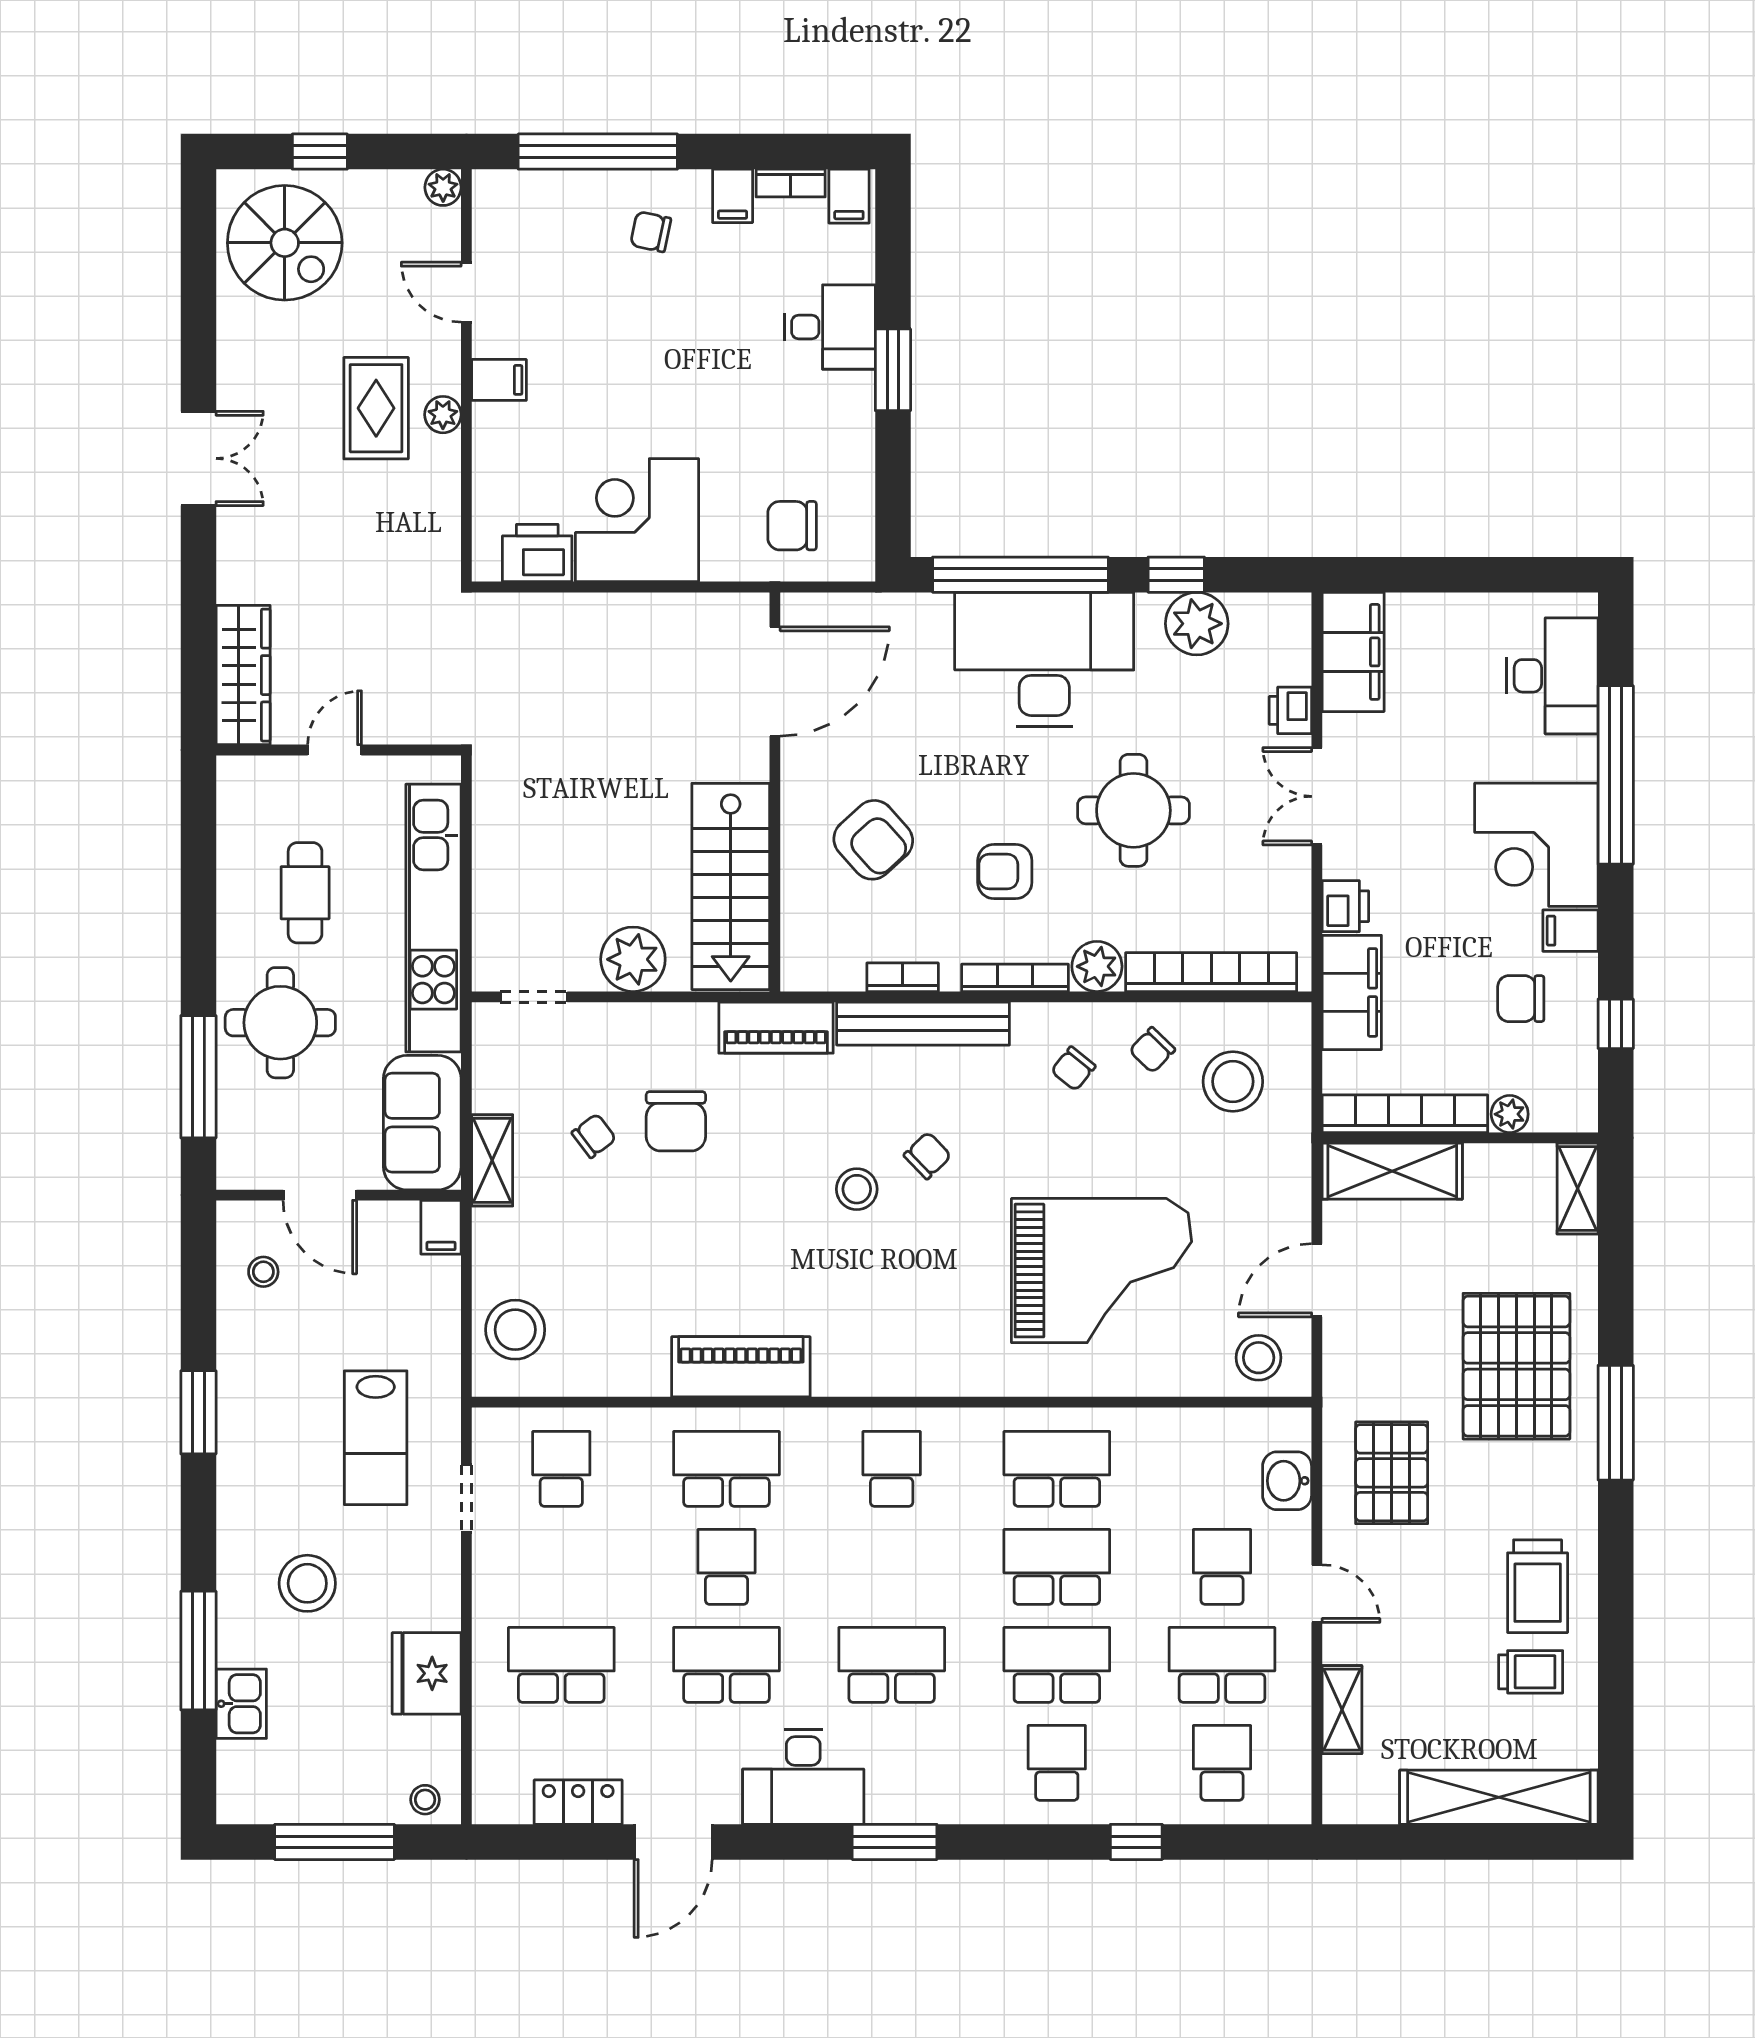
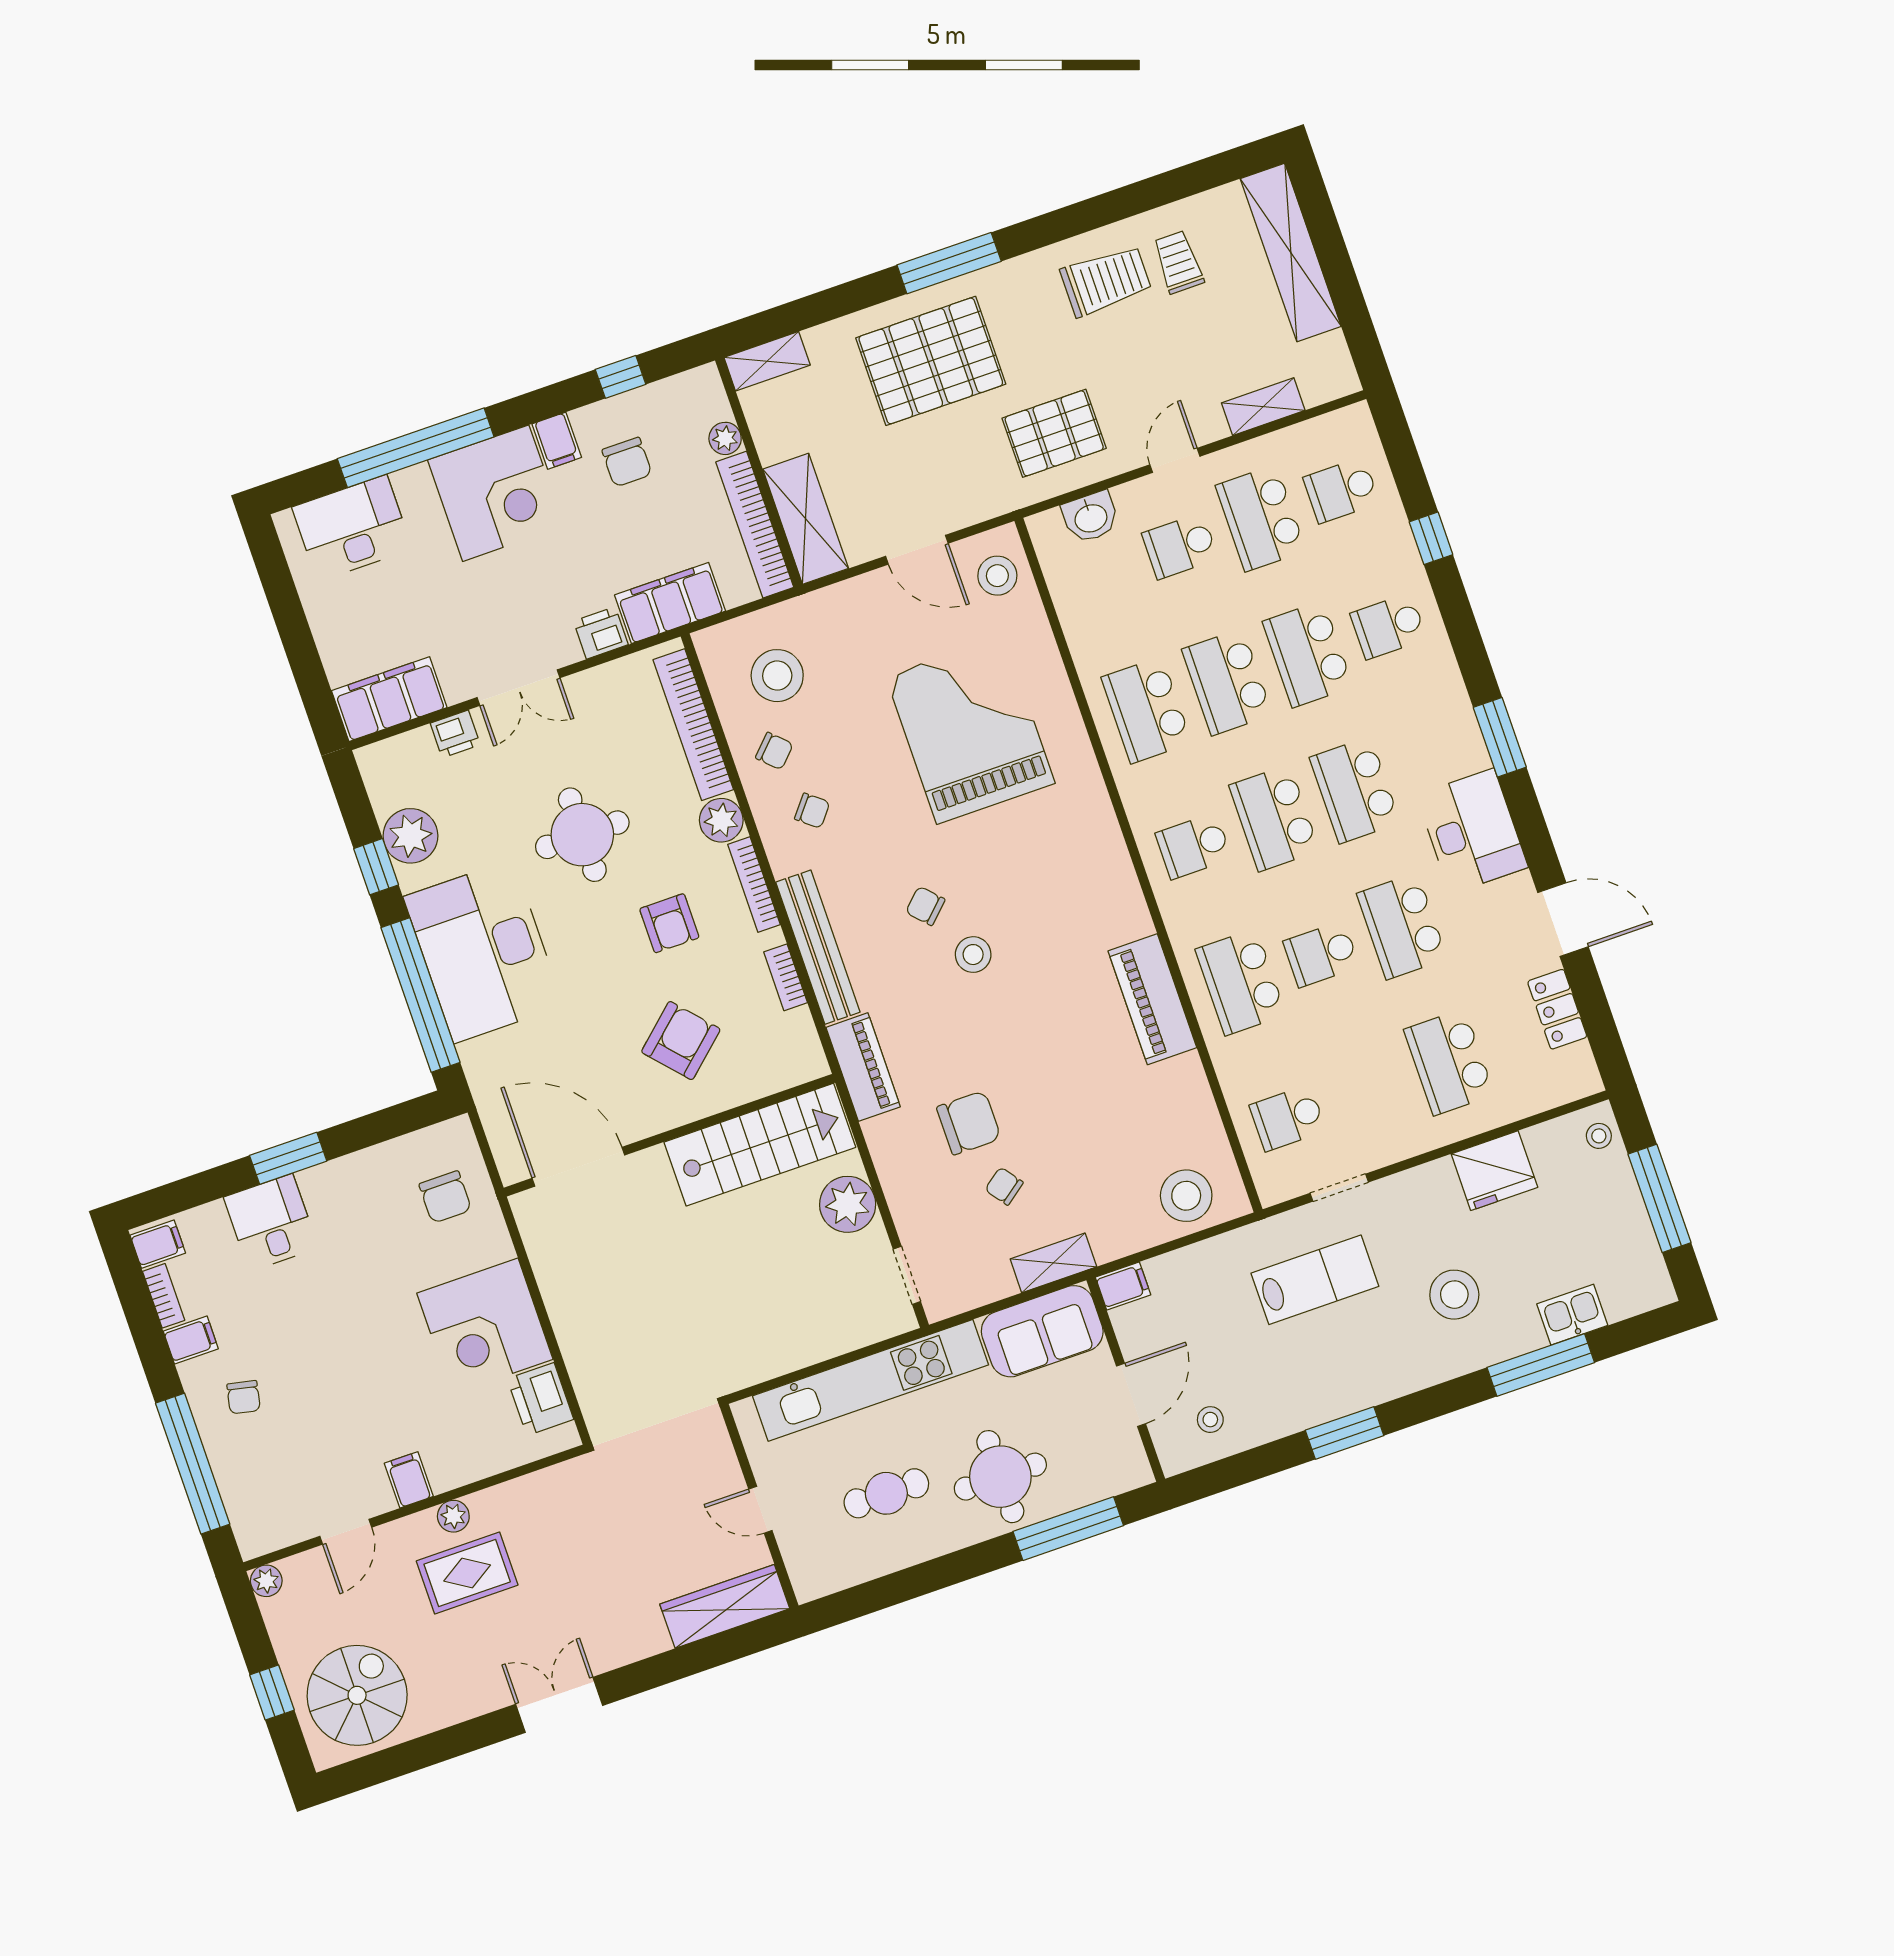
school desk: (892, 1567) -> (1274, 818), added

